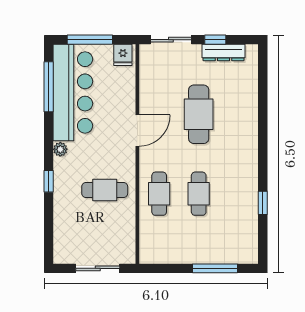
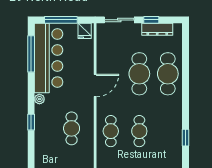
cafe table: (238, 114) -> (168, 74), added
cafe table: (105, 190) -> (72, 128), turned 90

